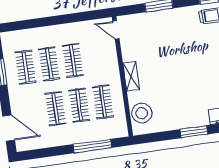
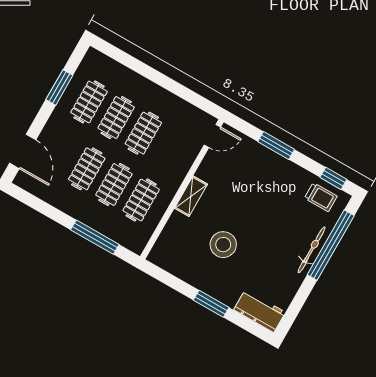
door: (116, 30) -> (212, 136), swing flipped
stool: (142, 113) -> (223, 245), moved

